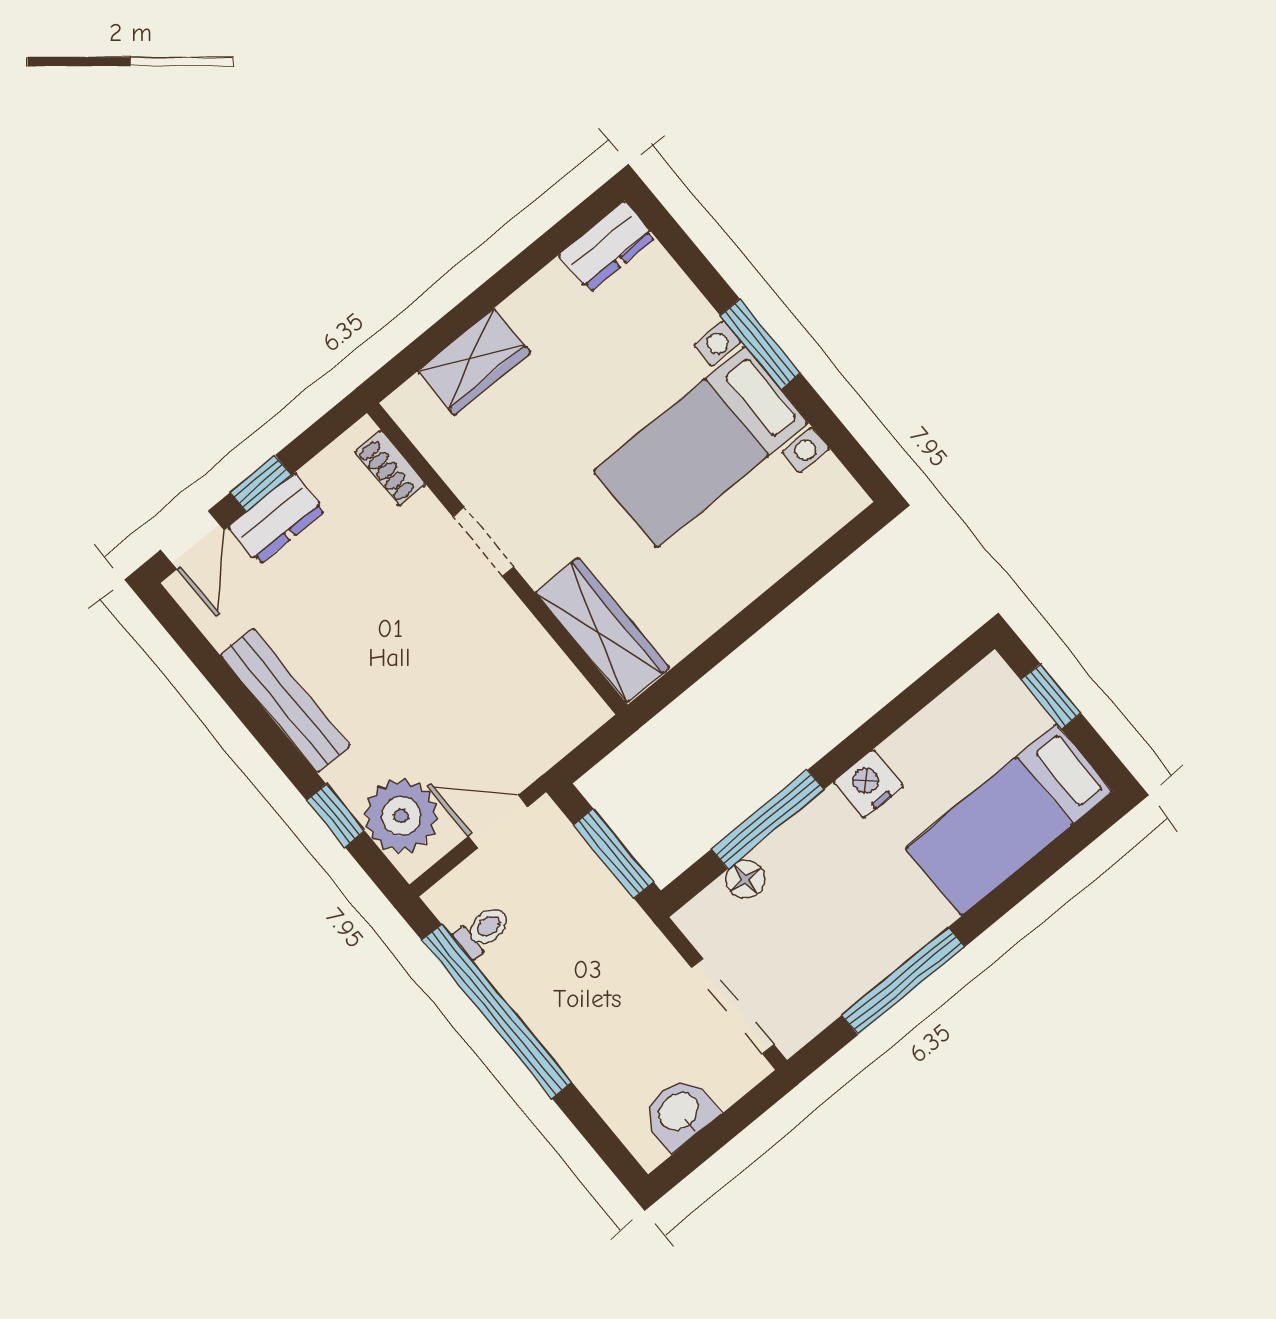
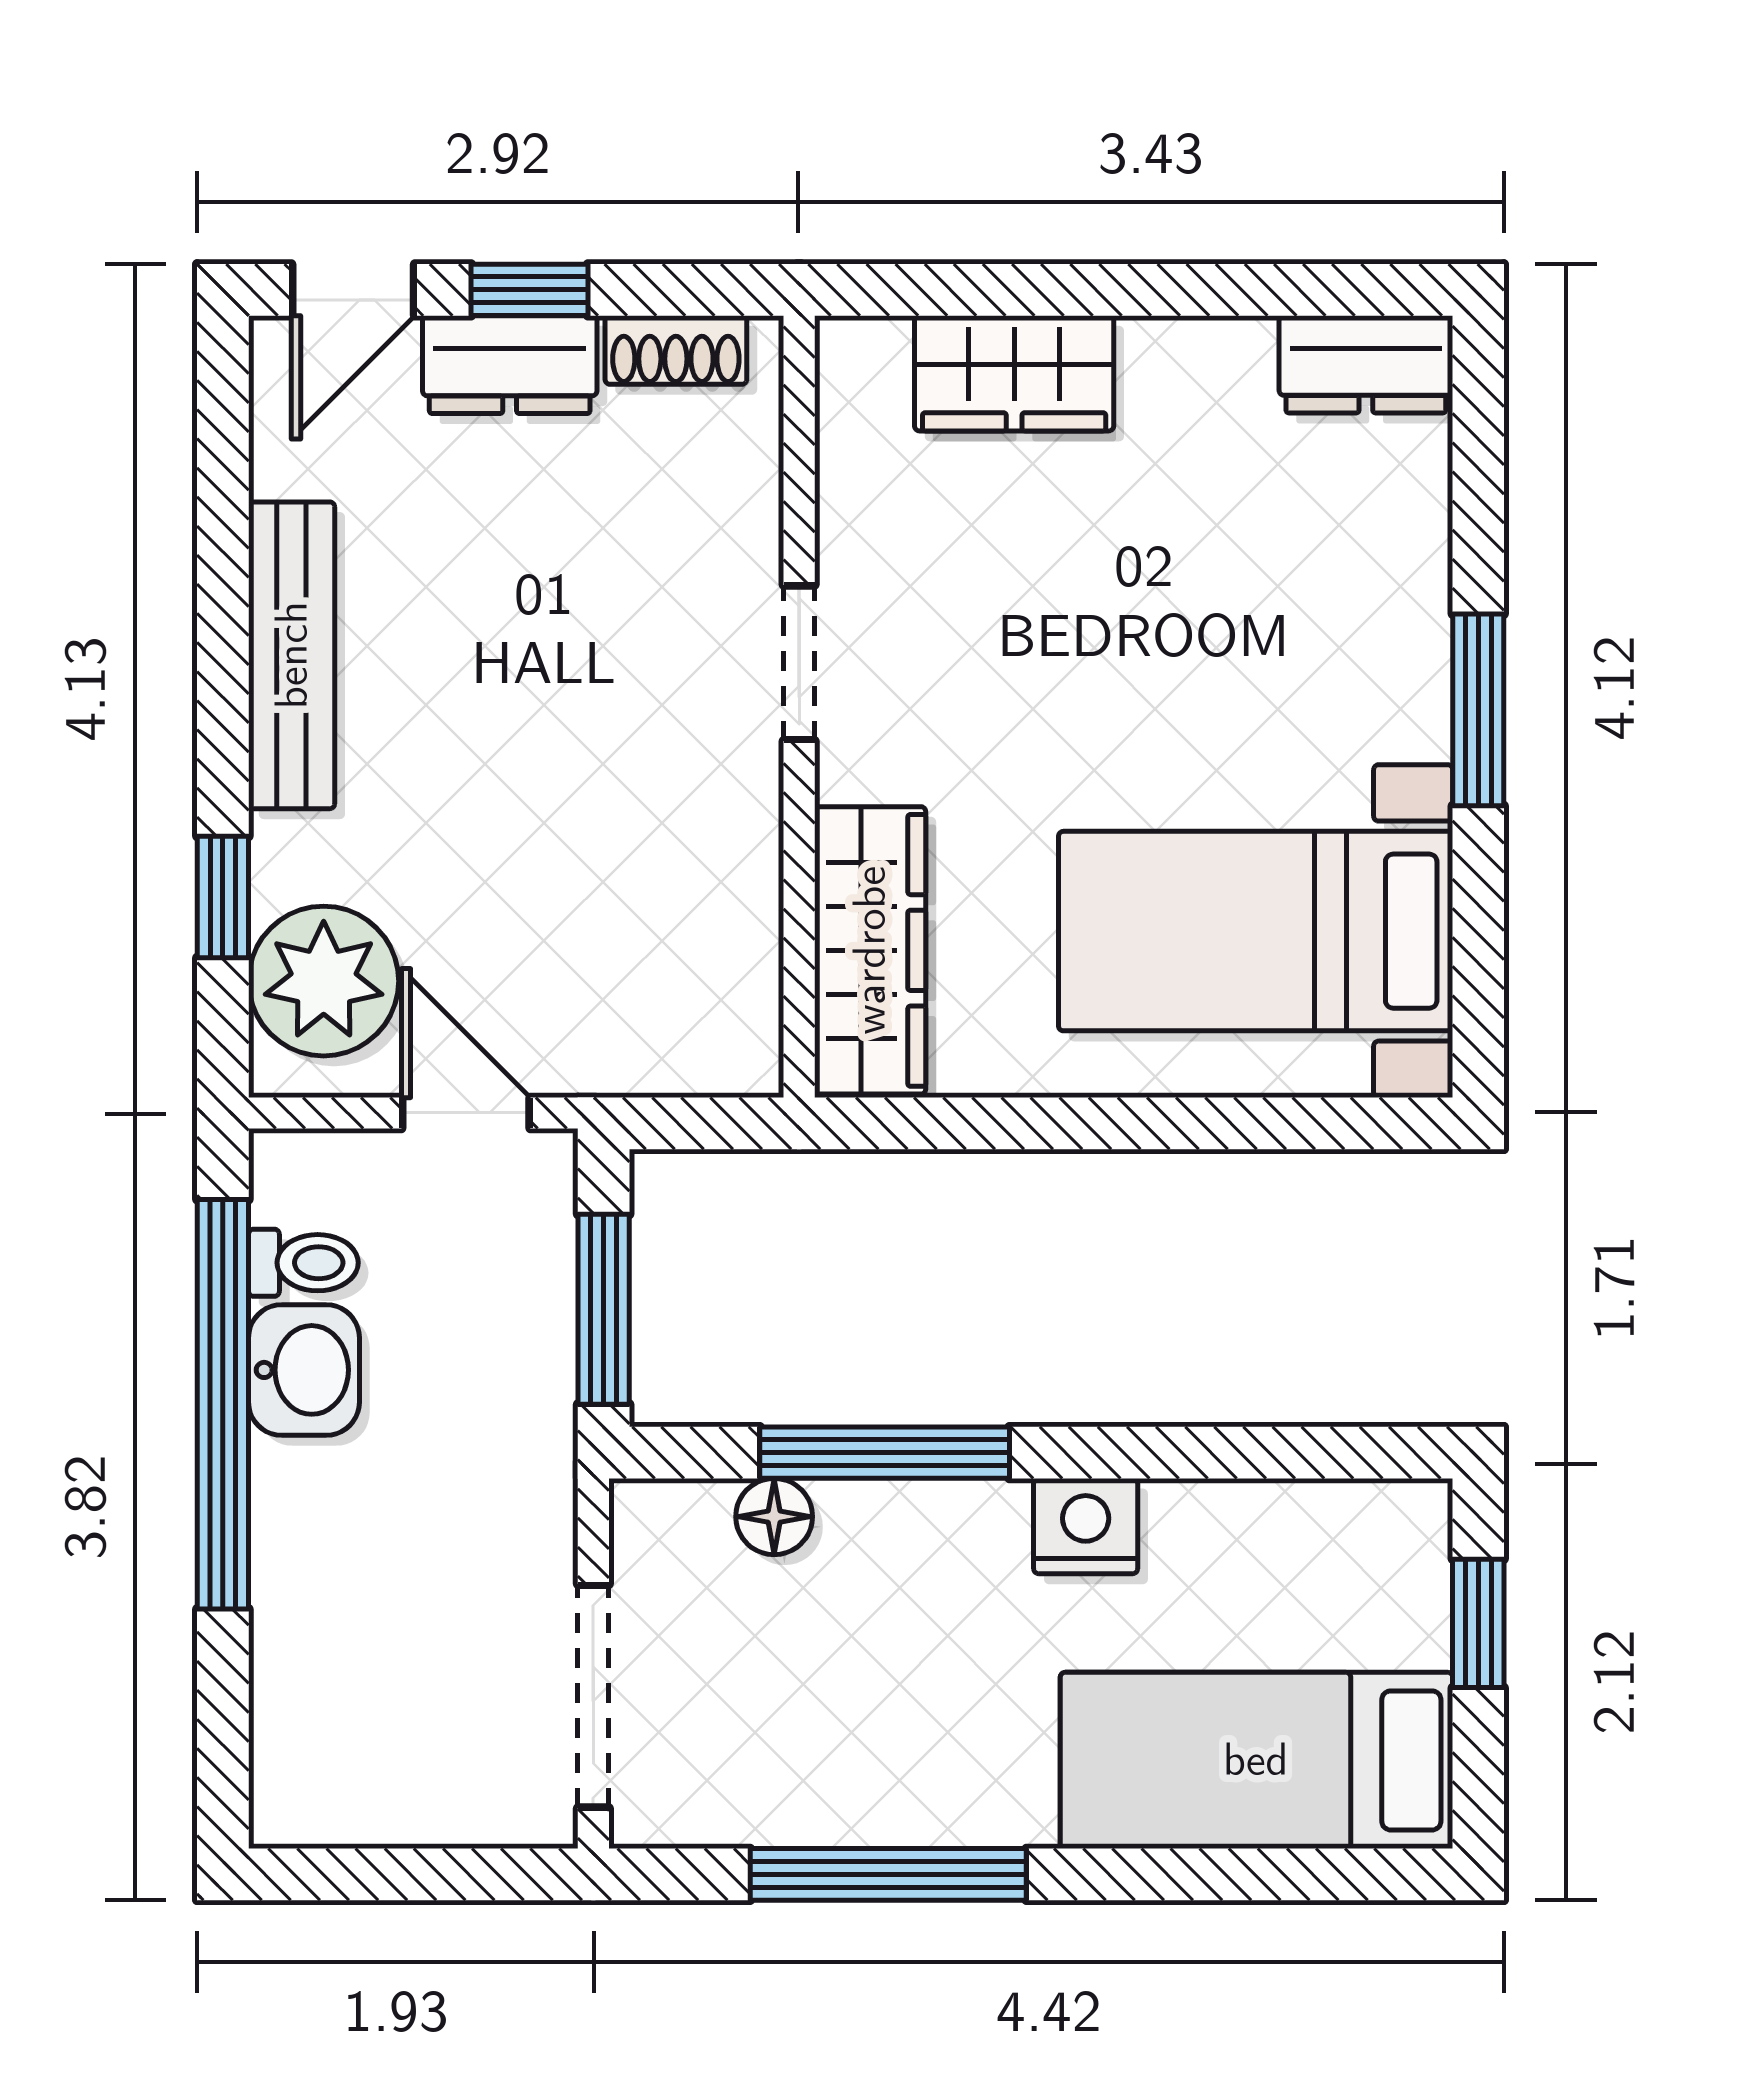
bed with nightstands: (701, 447) -> (1256, 931), moved
shoe rack: (390, 468) -> (676, 350), moved, turned -90
washbasin: (680, 1113) -> (304, 1370), moved, turned 90

